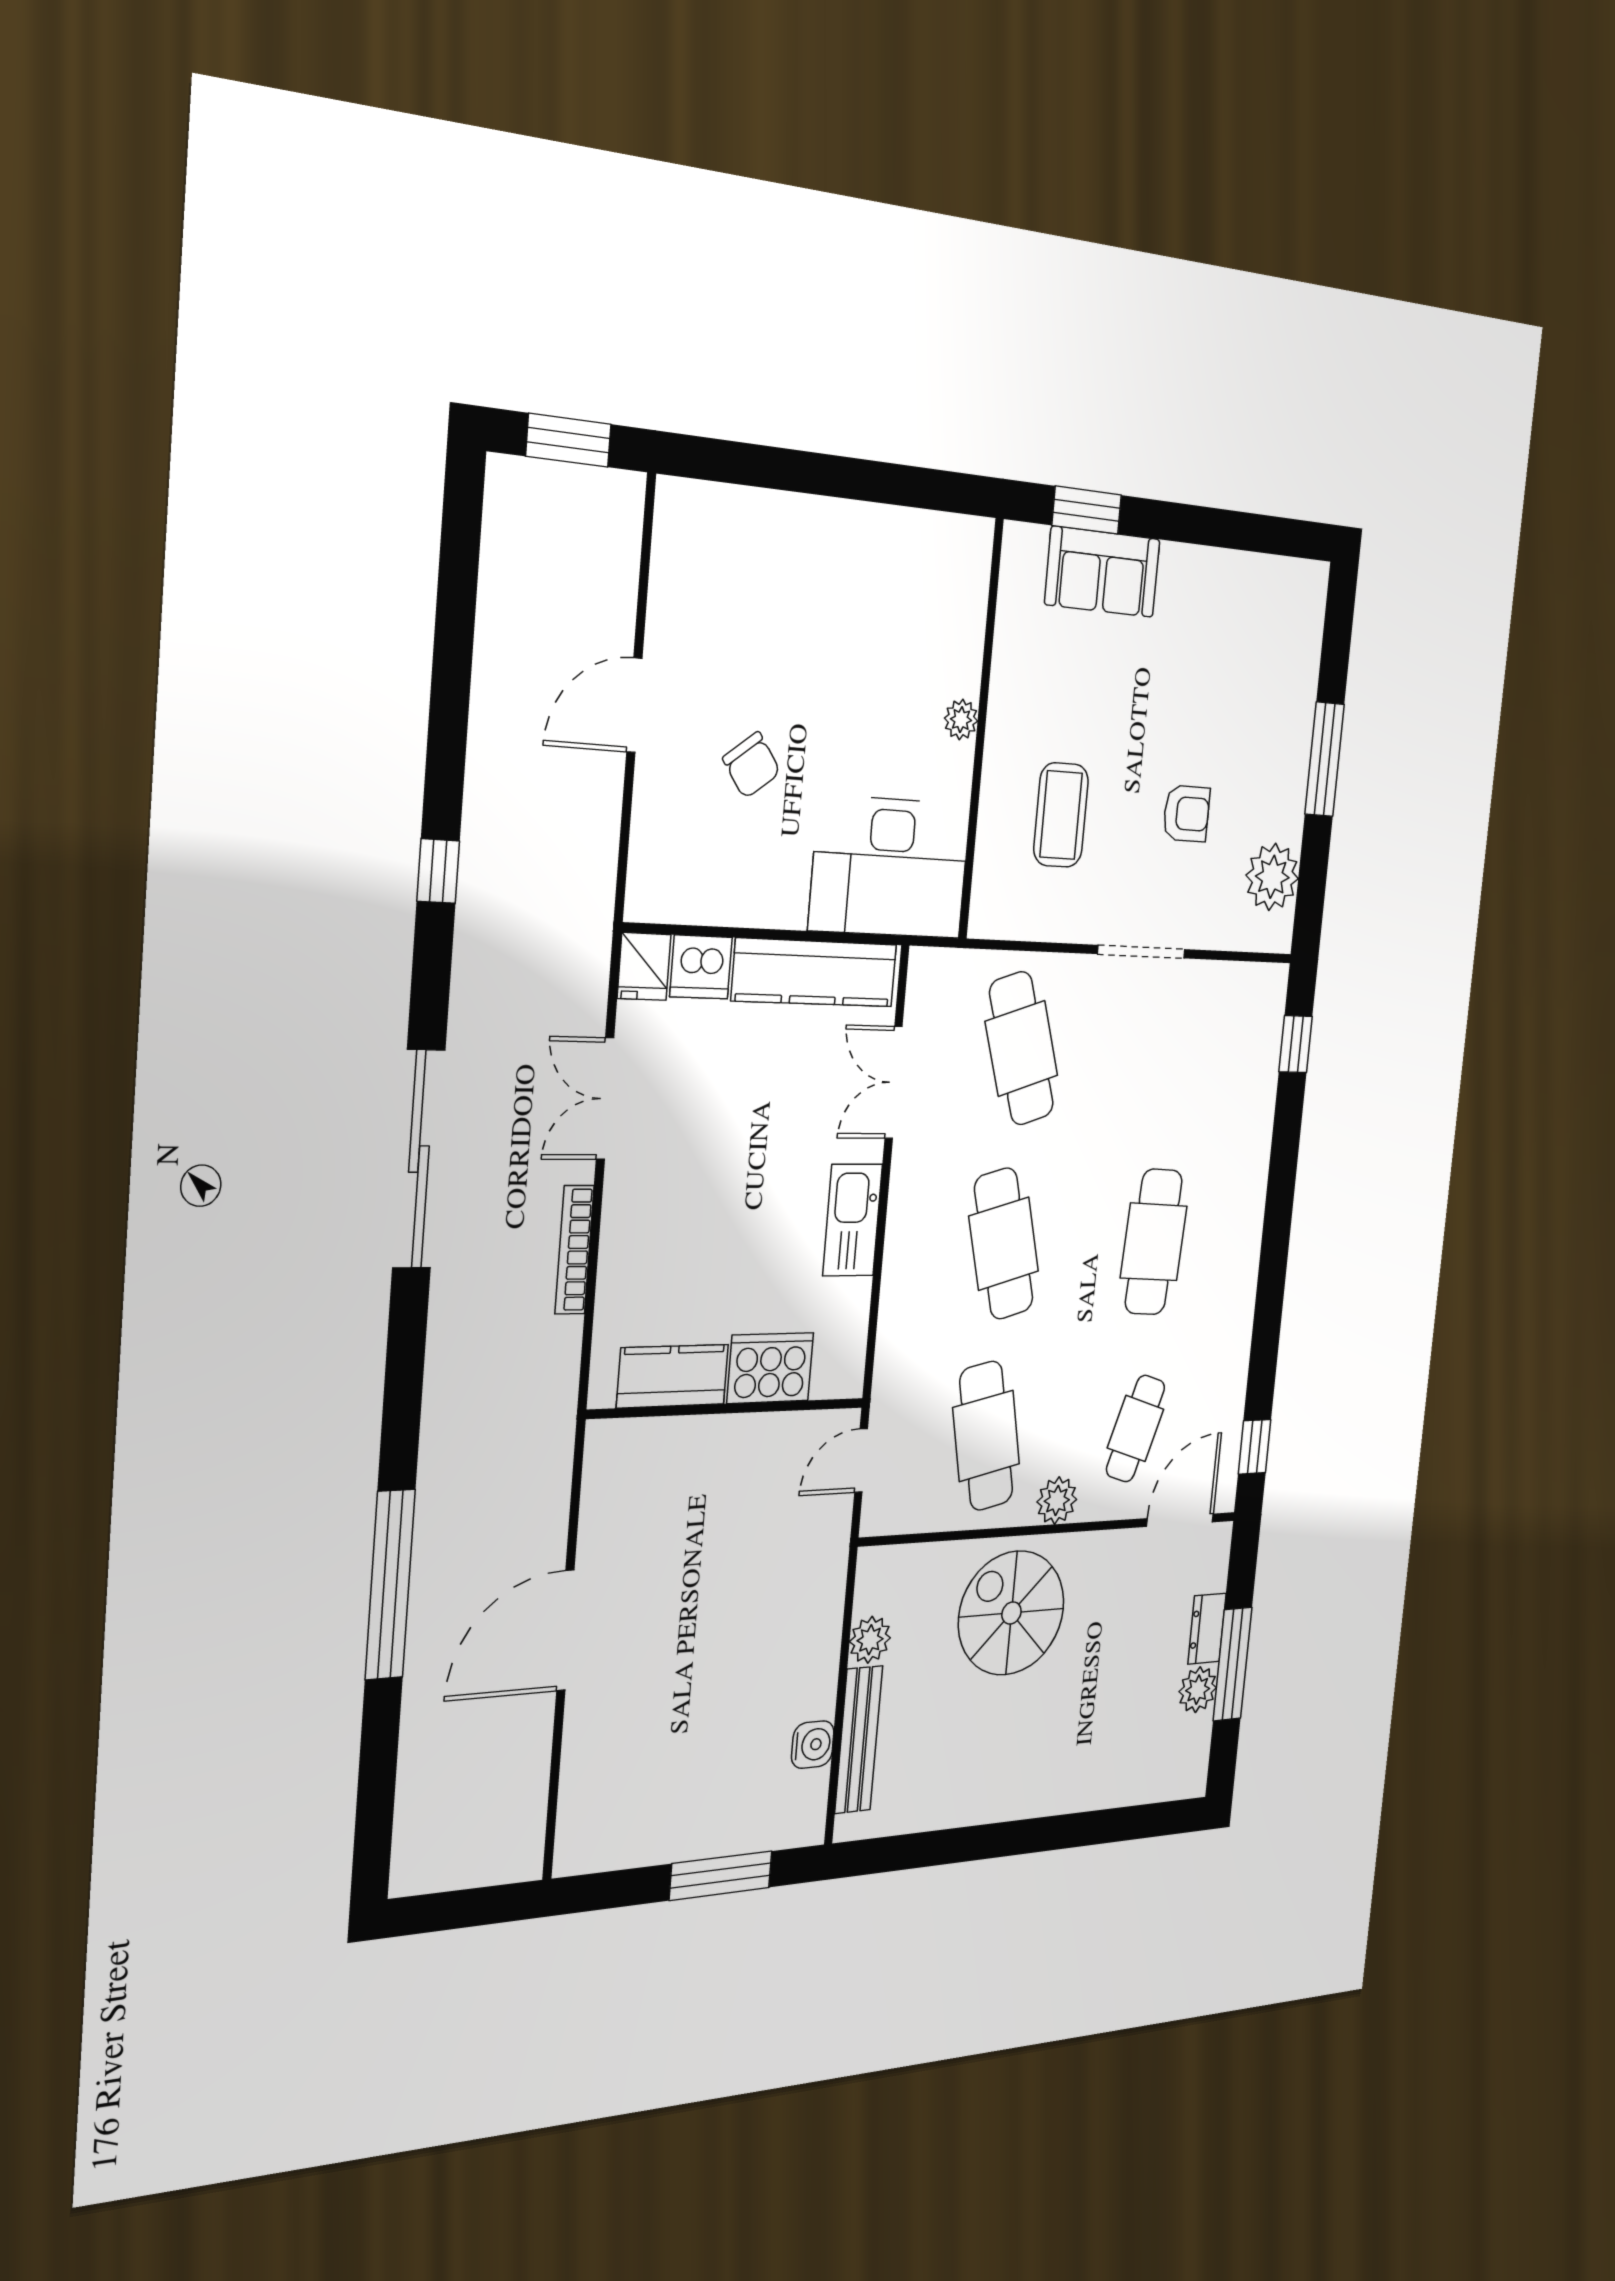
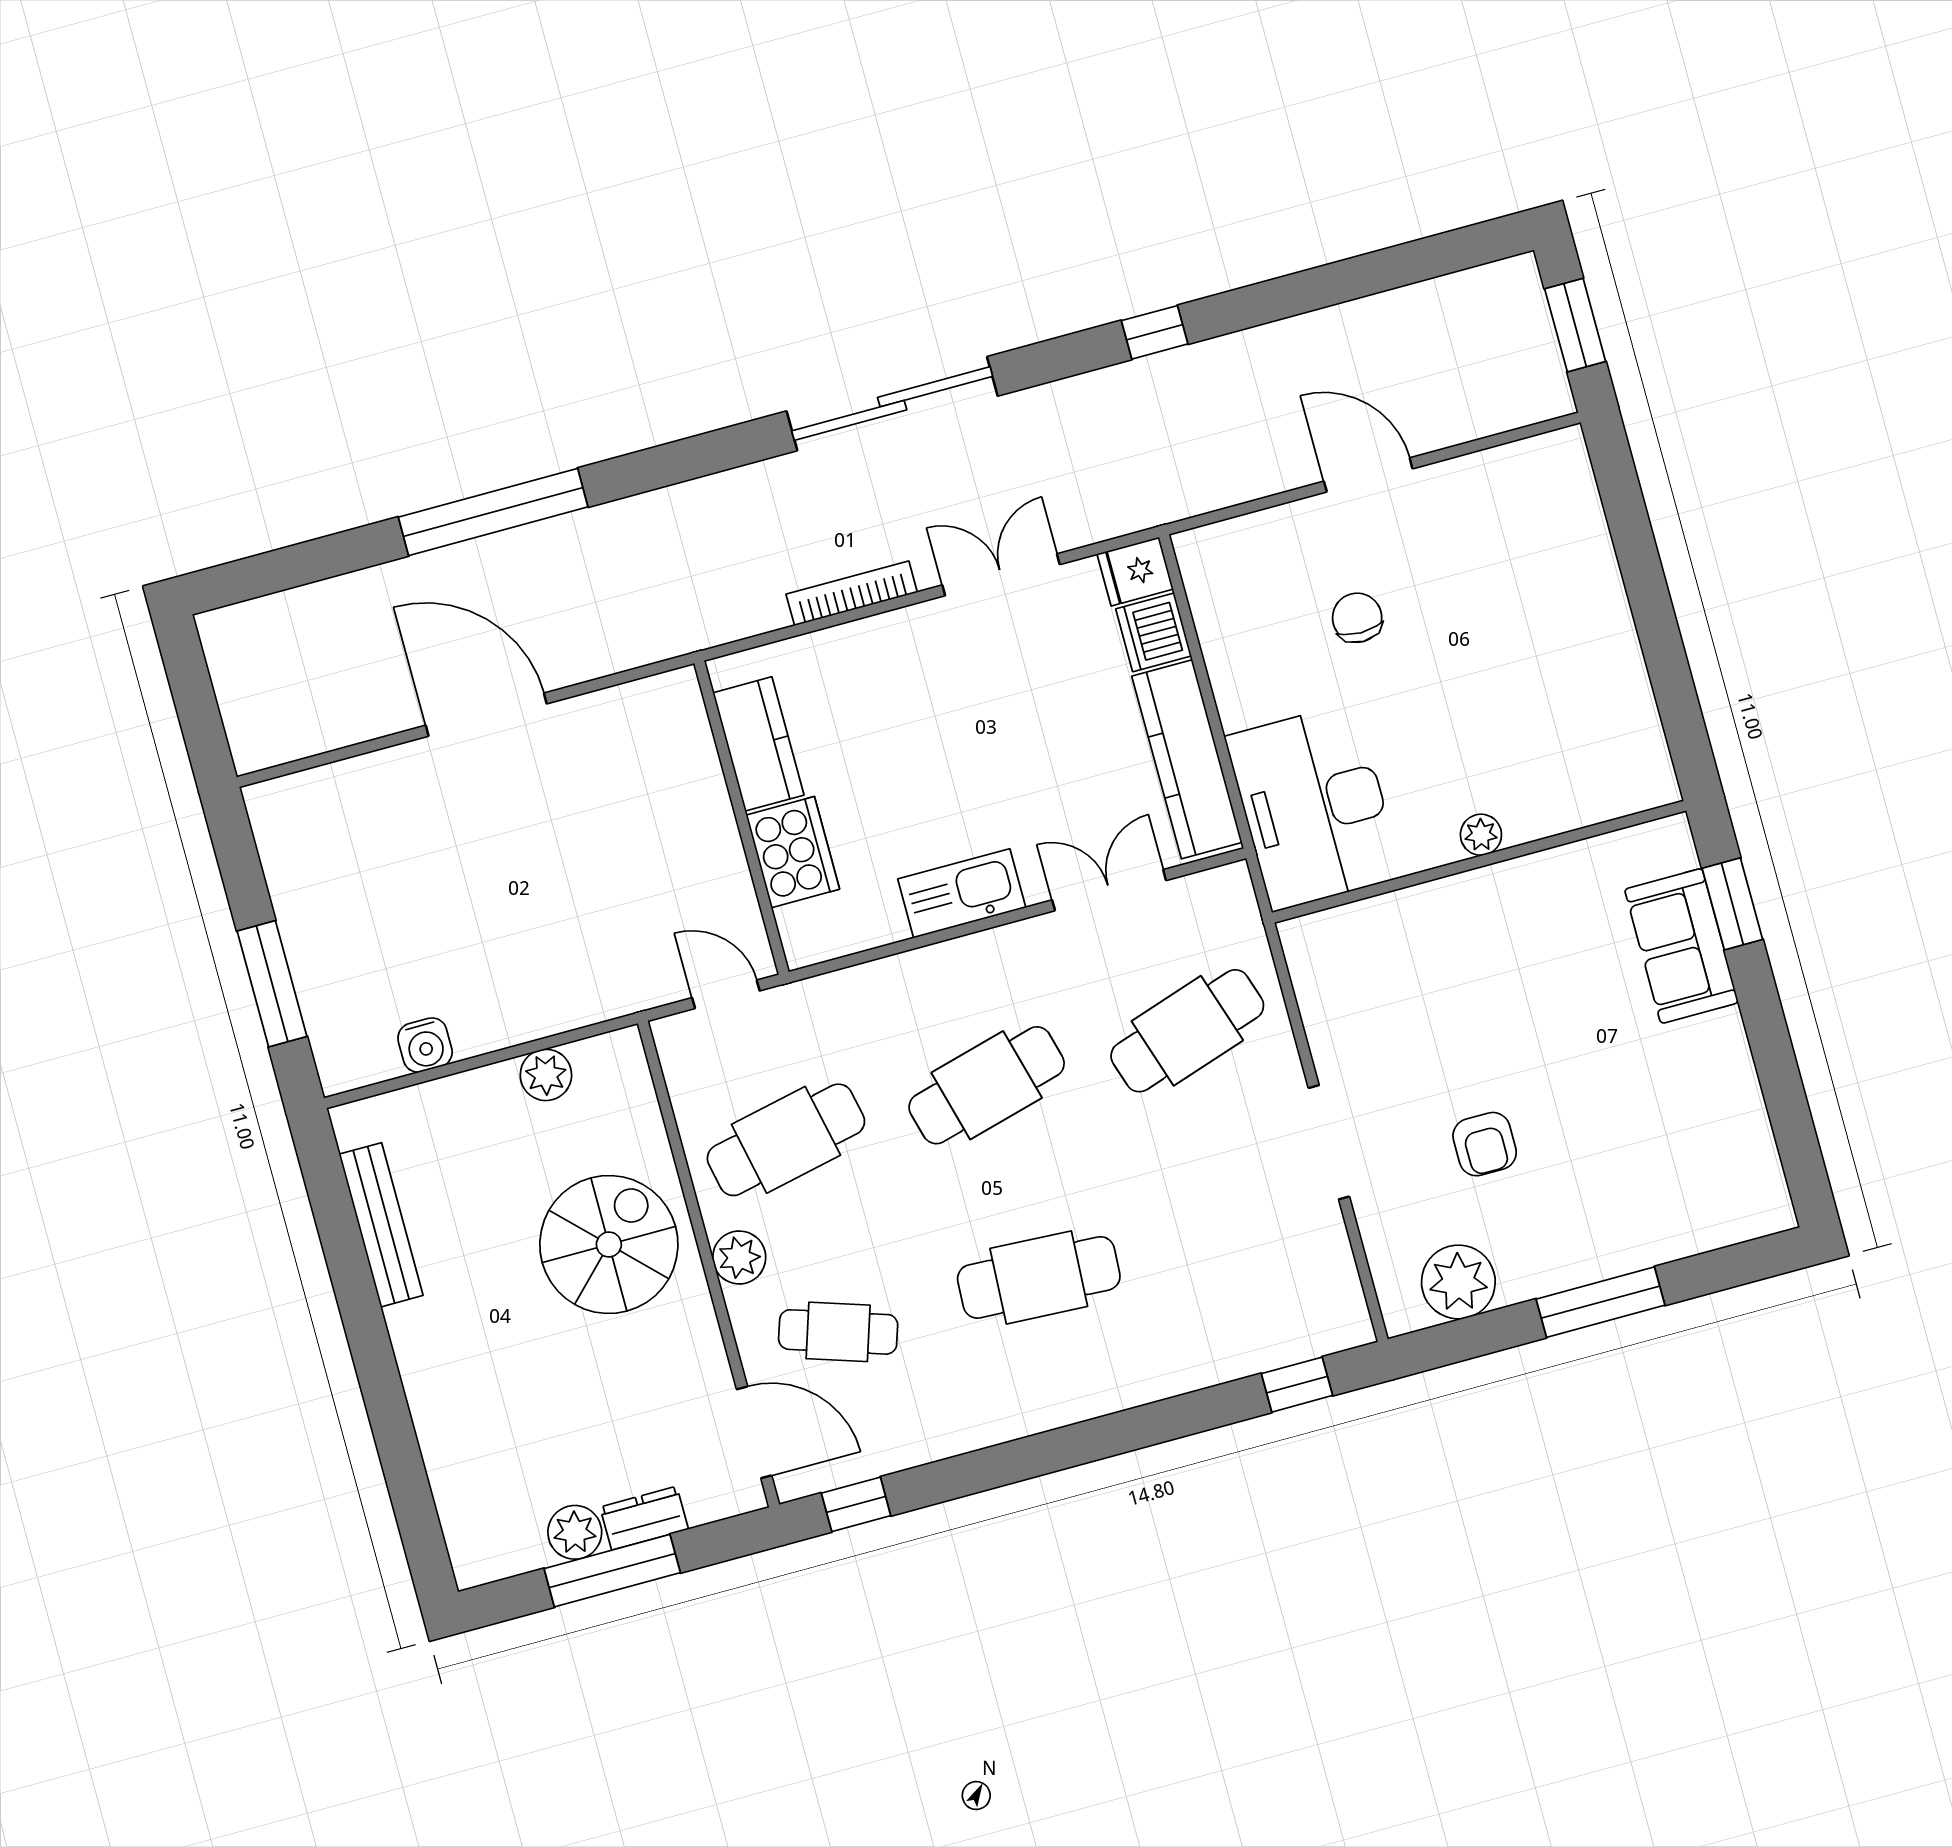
chair: (752, 765) -> (1357, 618), turned 127
coffee table: (1061, 815) -> (1431, 989), removed
bench: (859, 1740) -> (381, 1225), moved, turned 90

